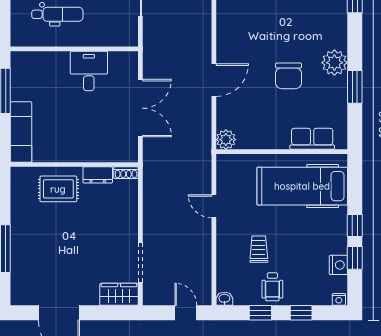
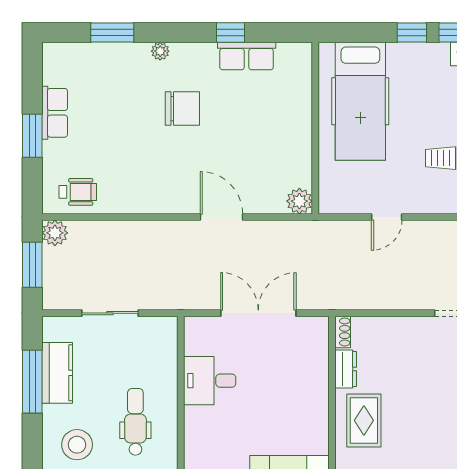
plant: (334, 63) -> (160, 51), moved, width x0.53, depth x0.53
chair: (289, 76) -> (182, 108), moved
window: (355, 87) -> (230, 33), width x0.67
row of seats: (312, 139) -> (247, 56), moved, turned -90

